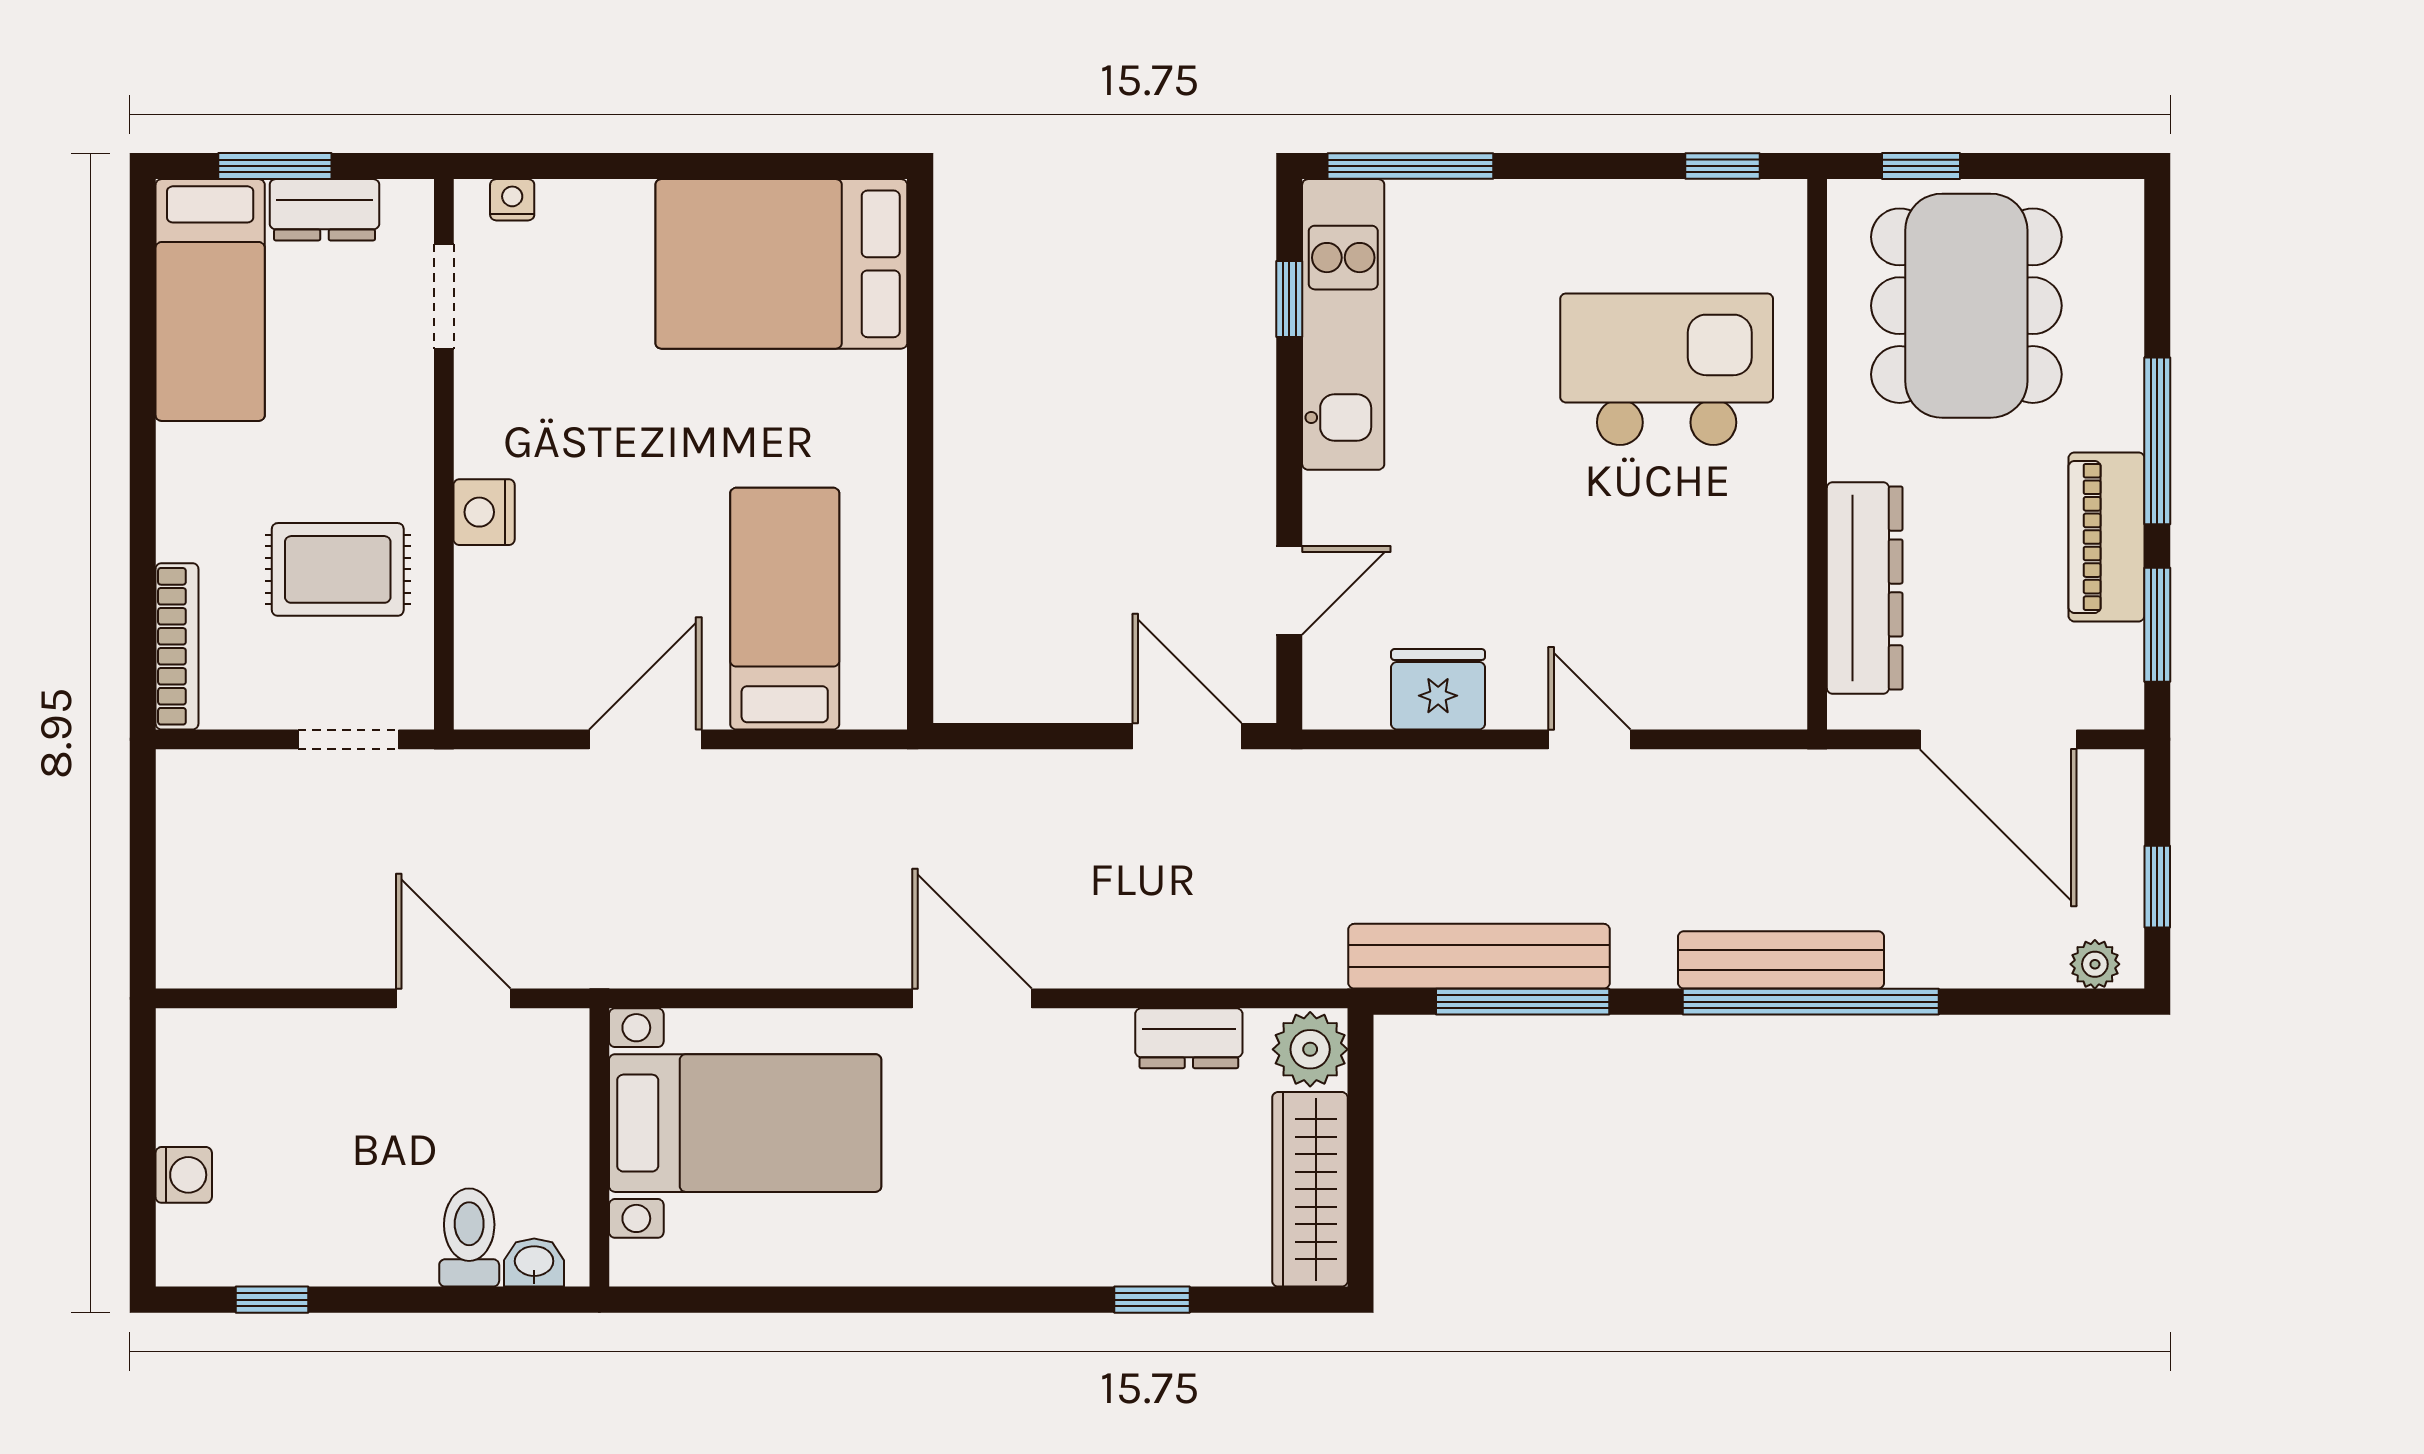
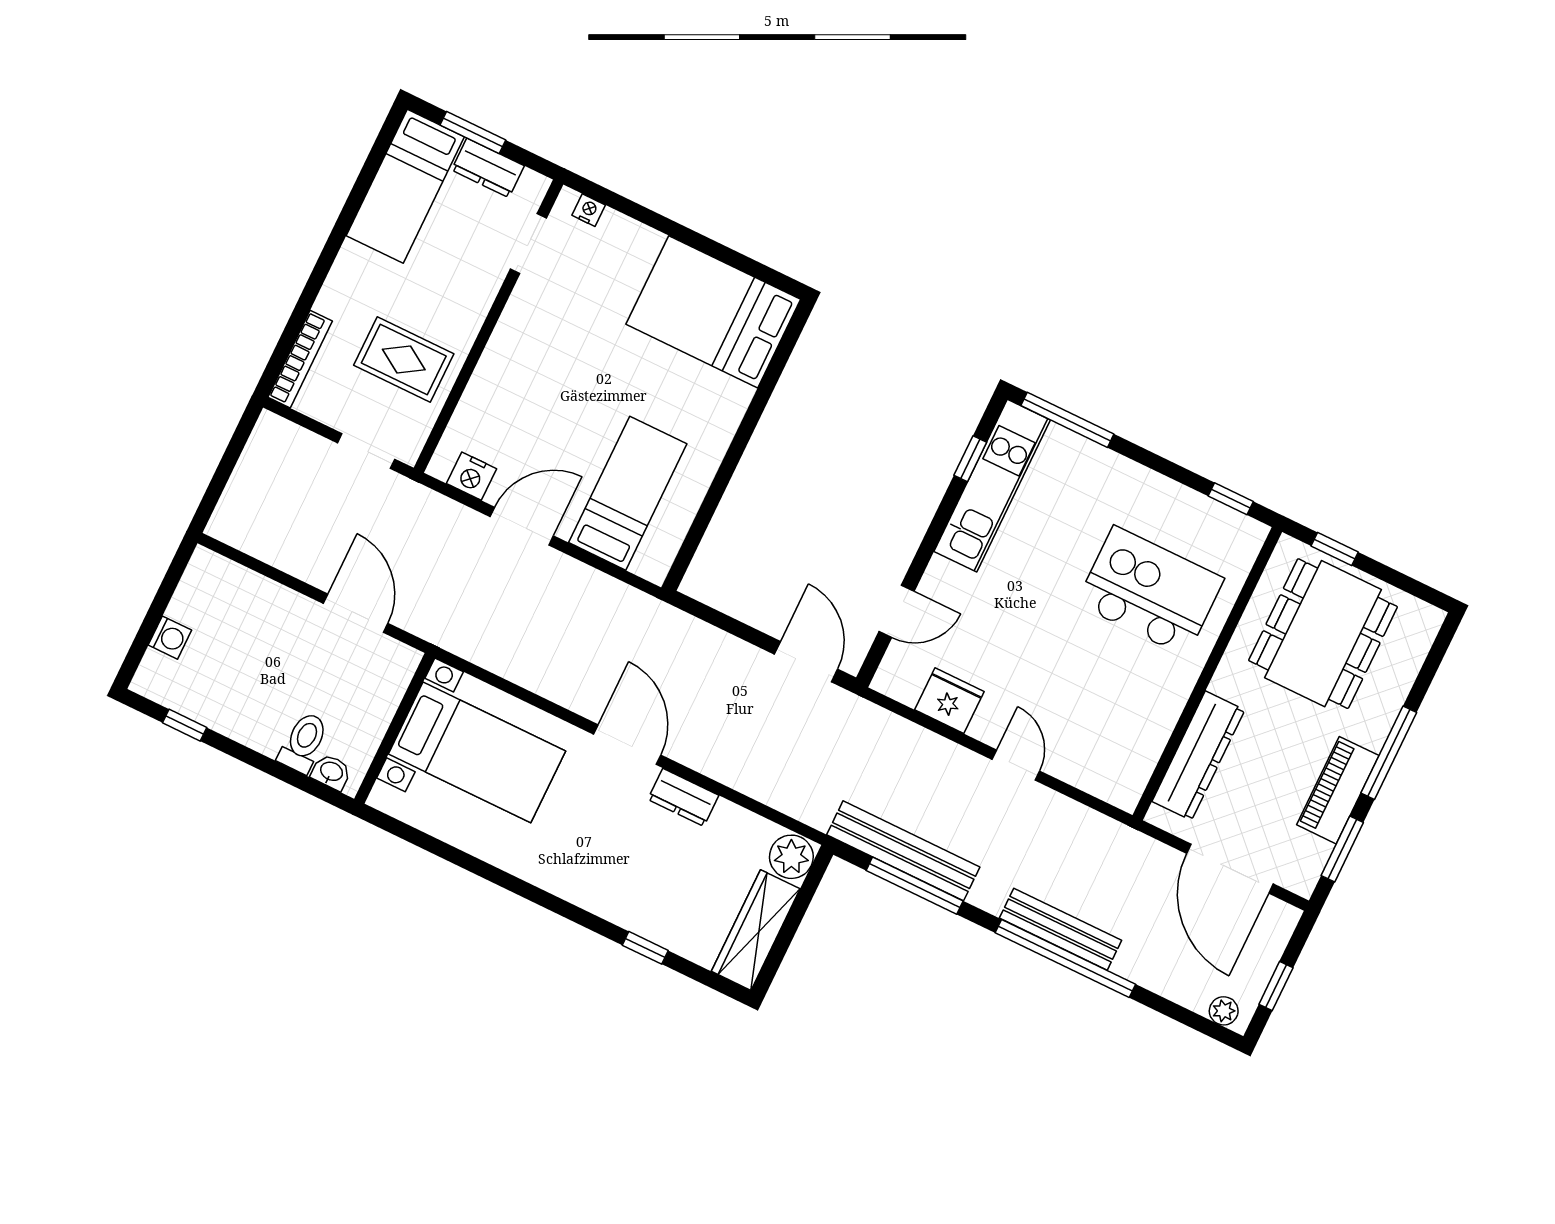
nightstand: (484, 512) -> (472, 476), moved, turned -90
dresser: (1189, 1038) -> (683, 797), moved

